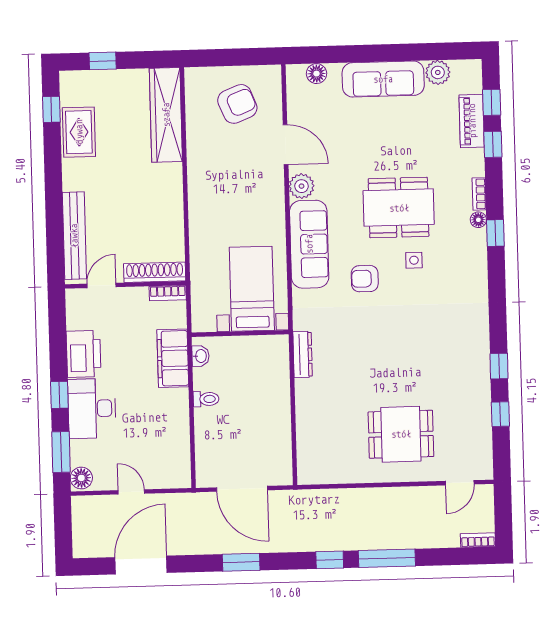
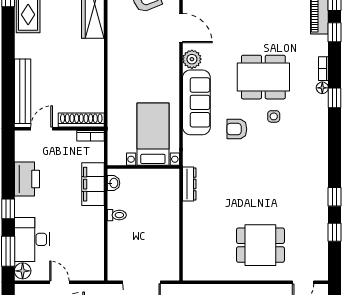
desk: (92, 408) -> (32, 239), moved

